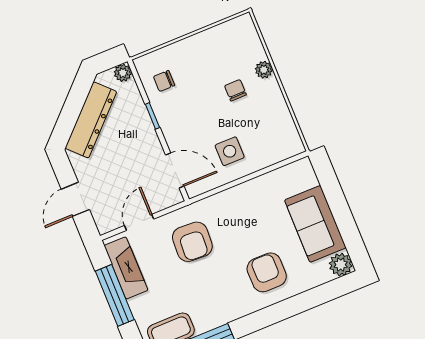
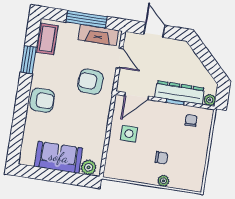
dresser: (91, 120) -> (180, 93), moved, turned 135
plant: (341, 265) -> (89, 167), moved
armchair: (267, 272) -> (42, 100), moved

